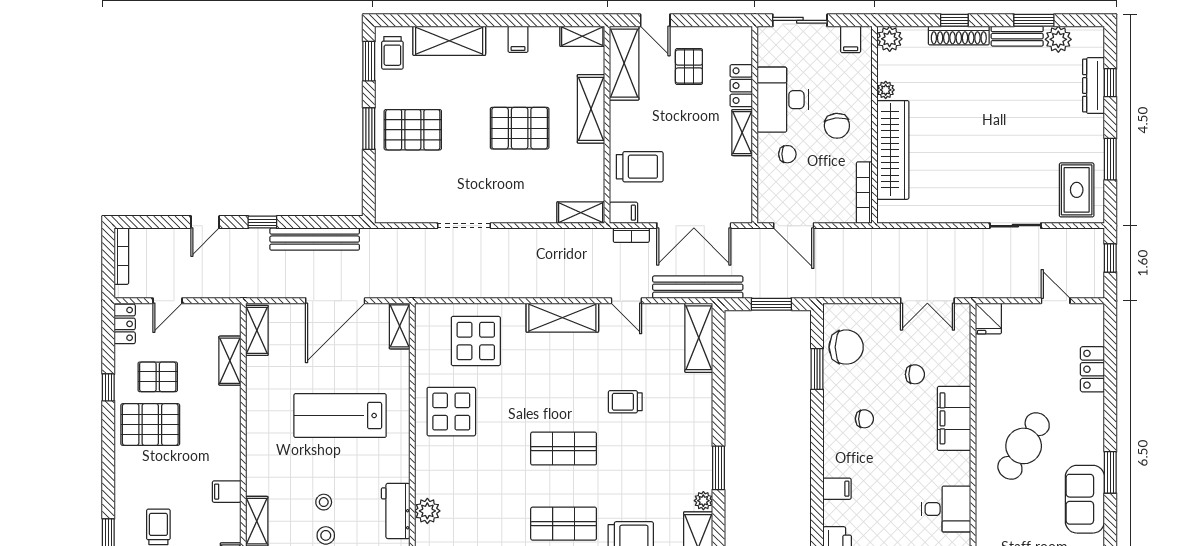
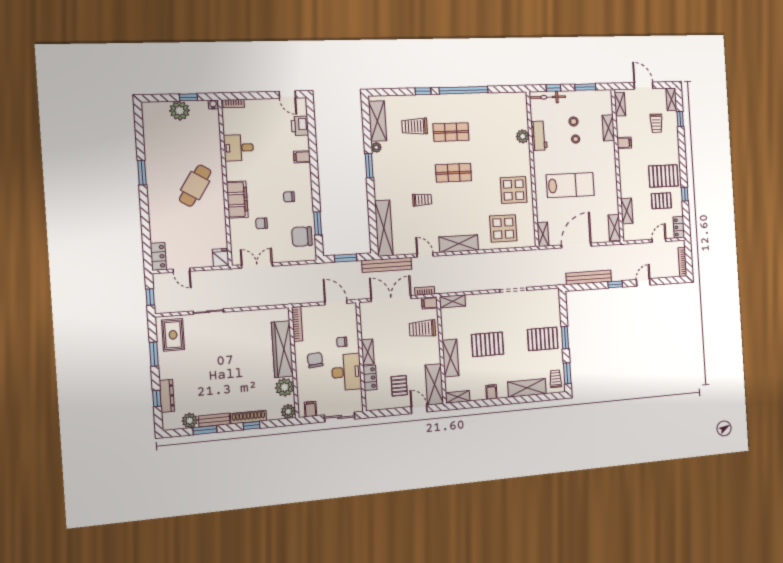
plant: (886, 90) -> (285, 387), width x1.88, depth x1.88
shelving: (699, 338) -> (384, 228), width x1.47
locker: (1092, 369) -> (158, 256), moved
sofa: (1085, 499) -> (156, 156), removed

